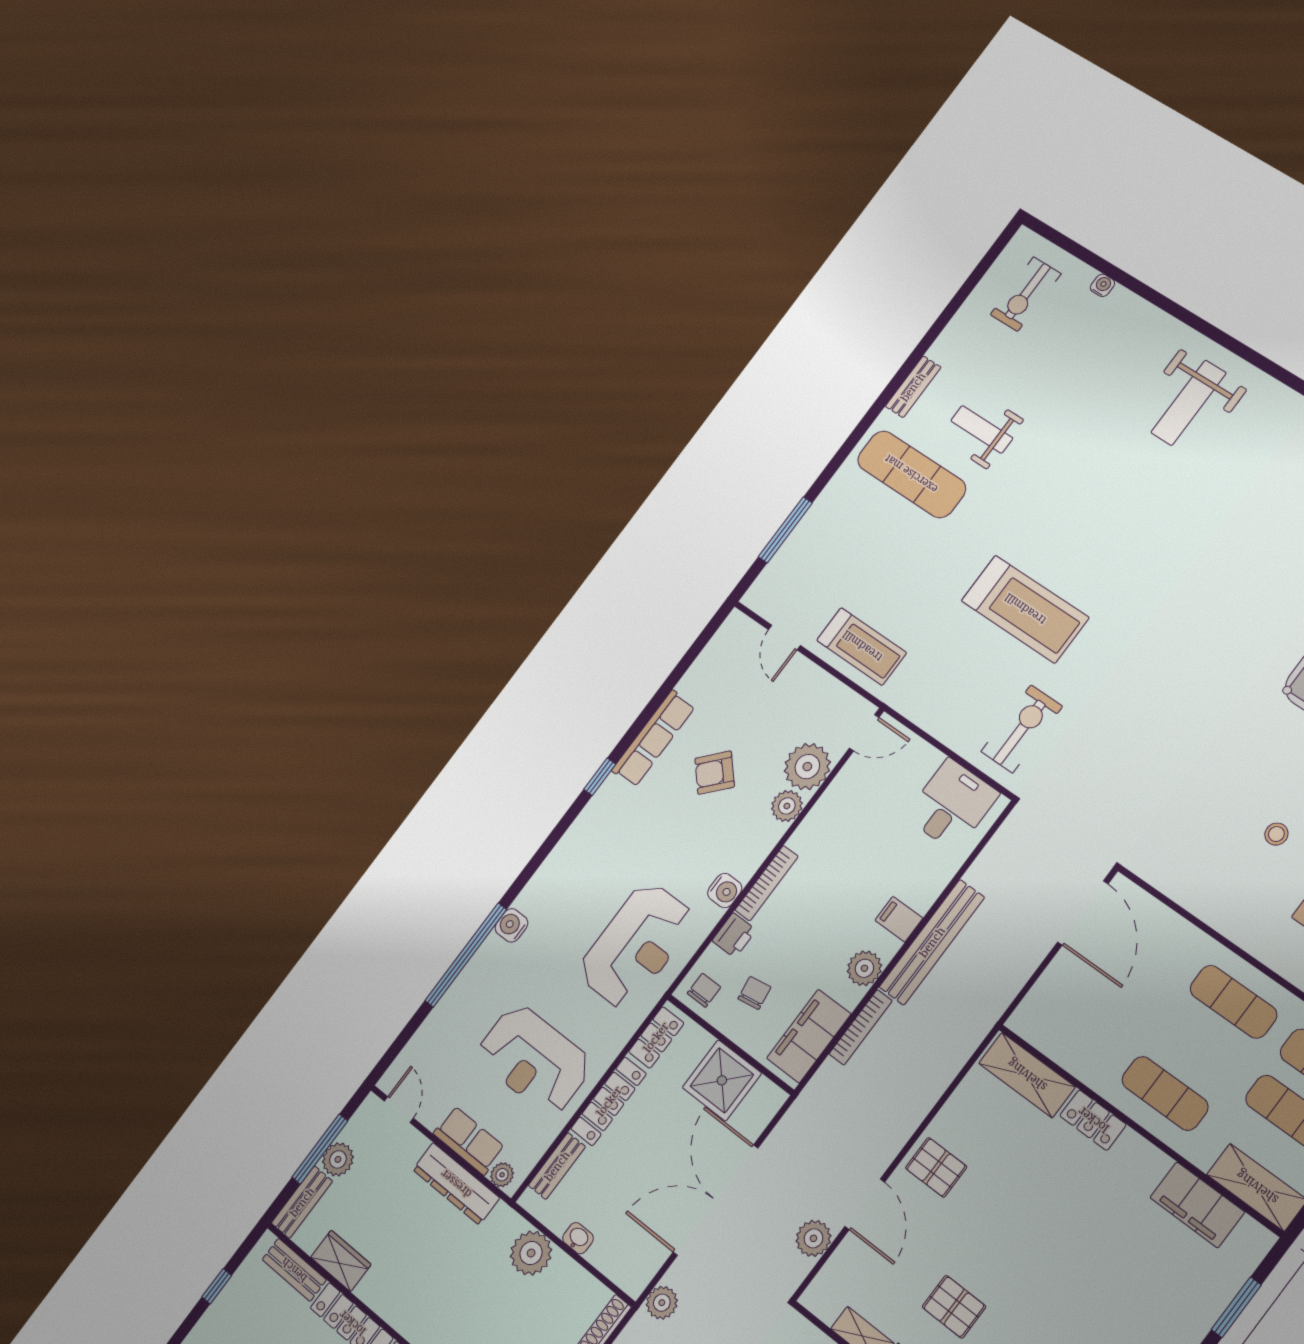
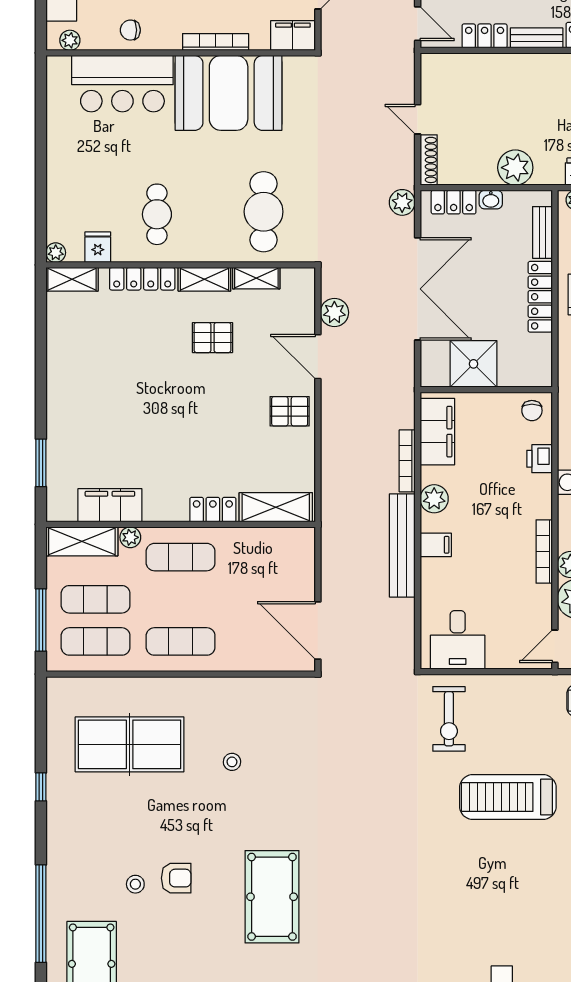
bookcase: (767, 883) -> (544, 552), moved
chair: (754, 993) -> (496, 433), removed
locker: (656, 1037) -> (454, 202), moved, turned -90
plant: (1202, 1154) -> (130, 537), added

